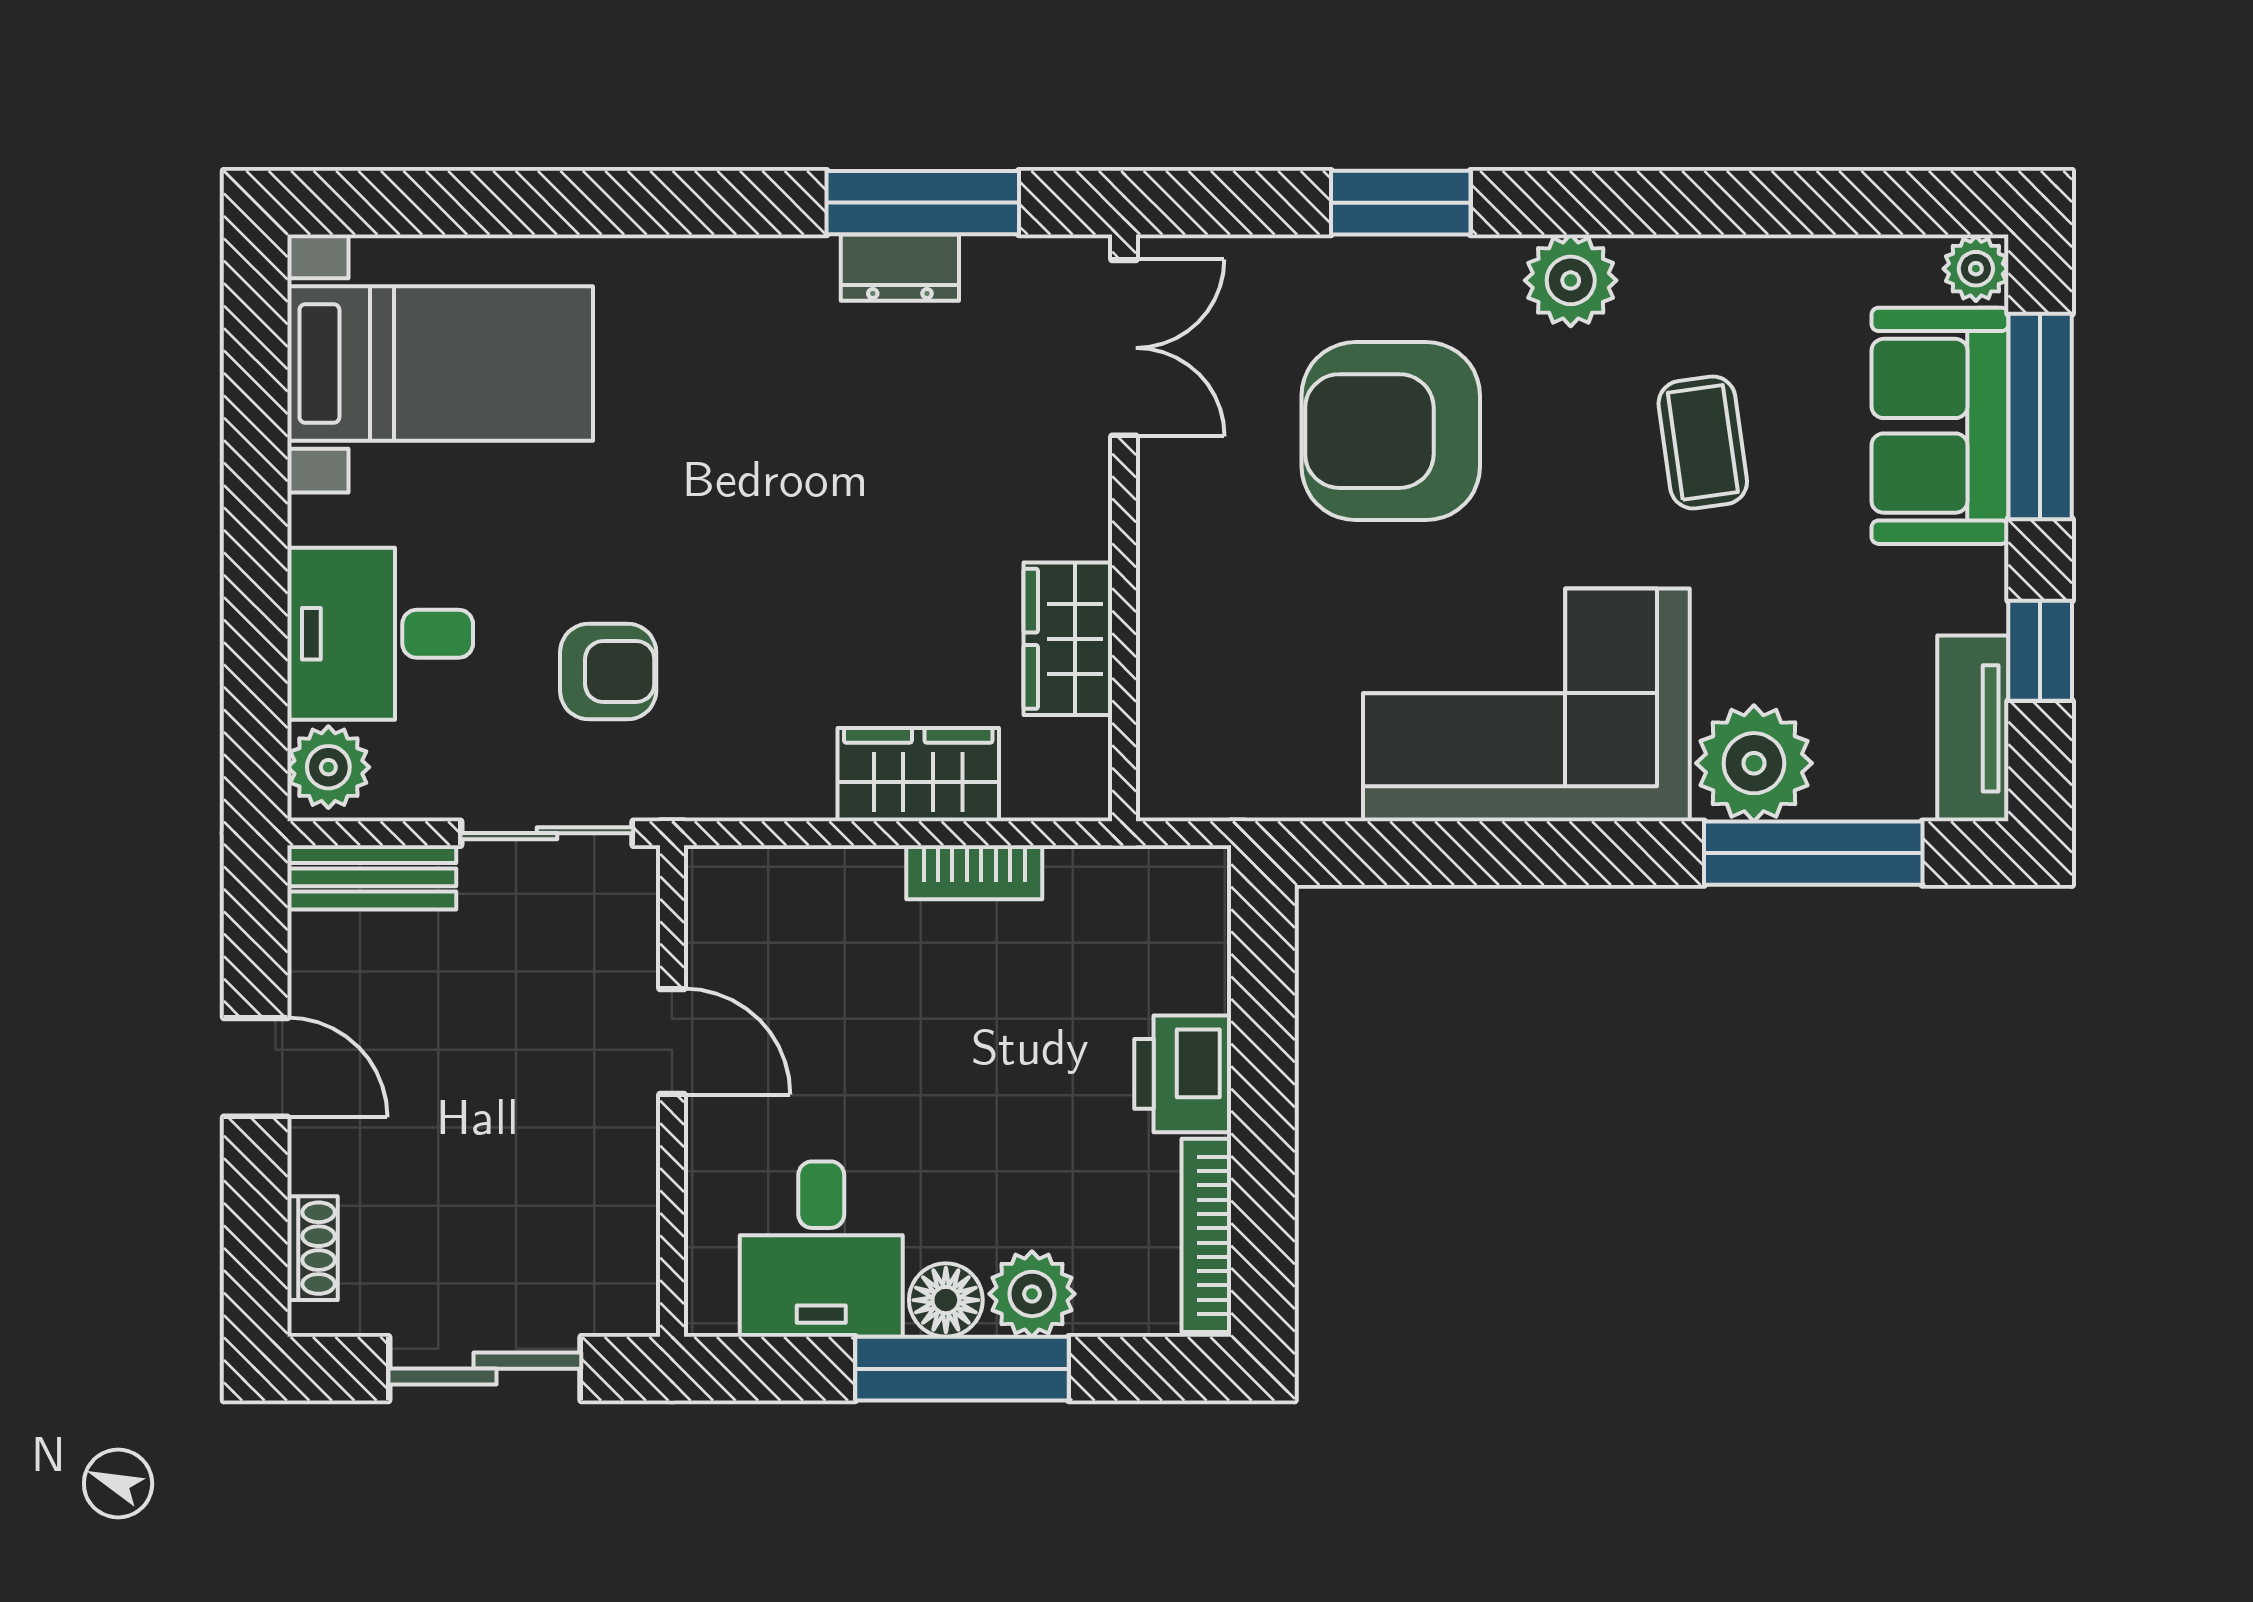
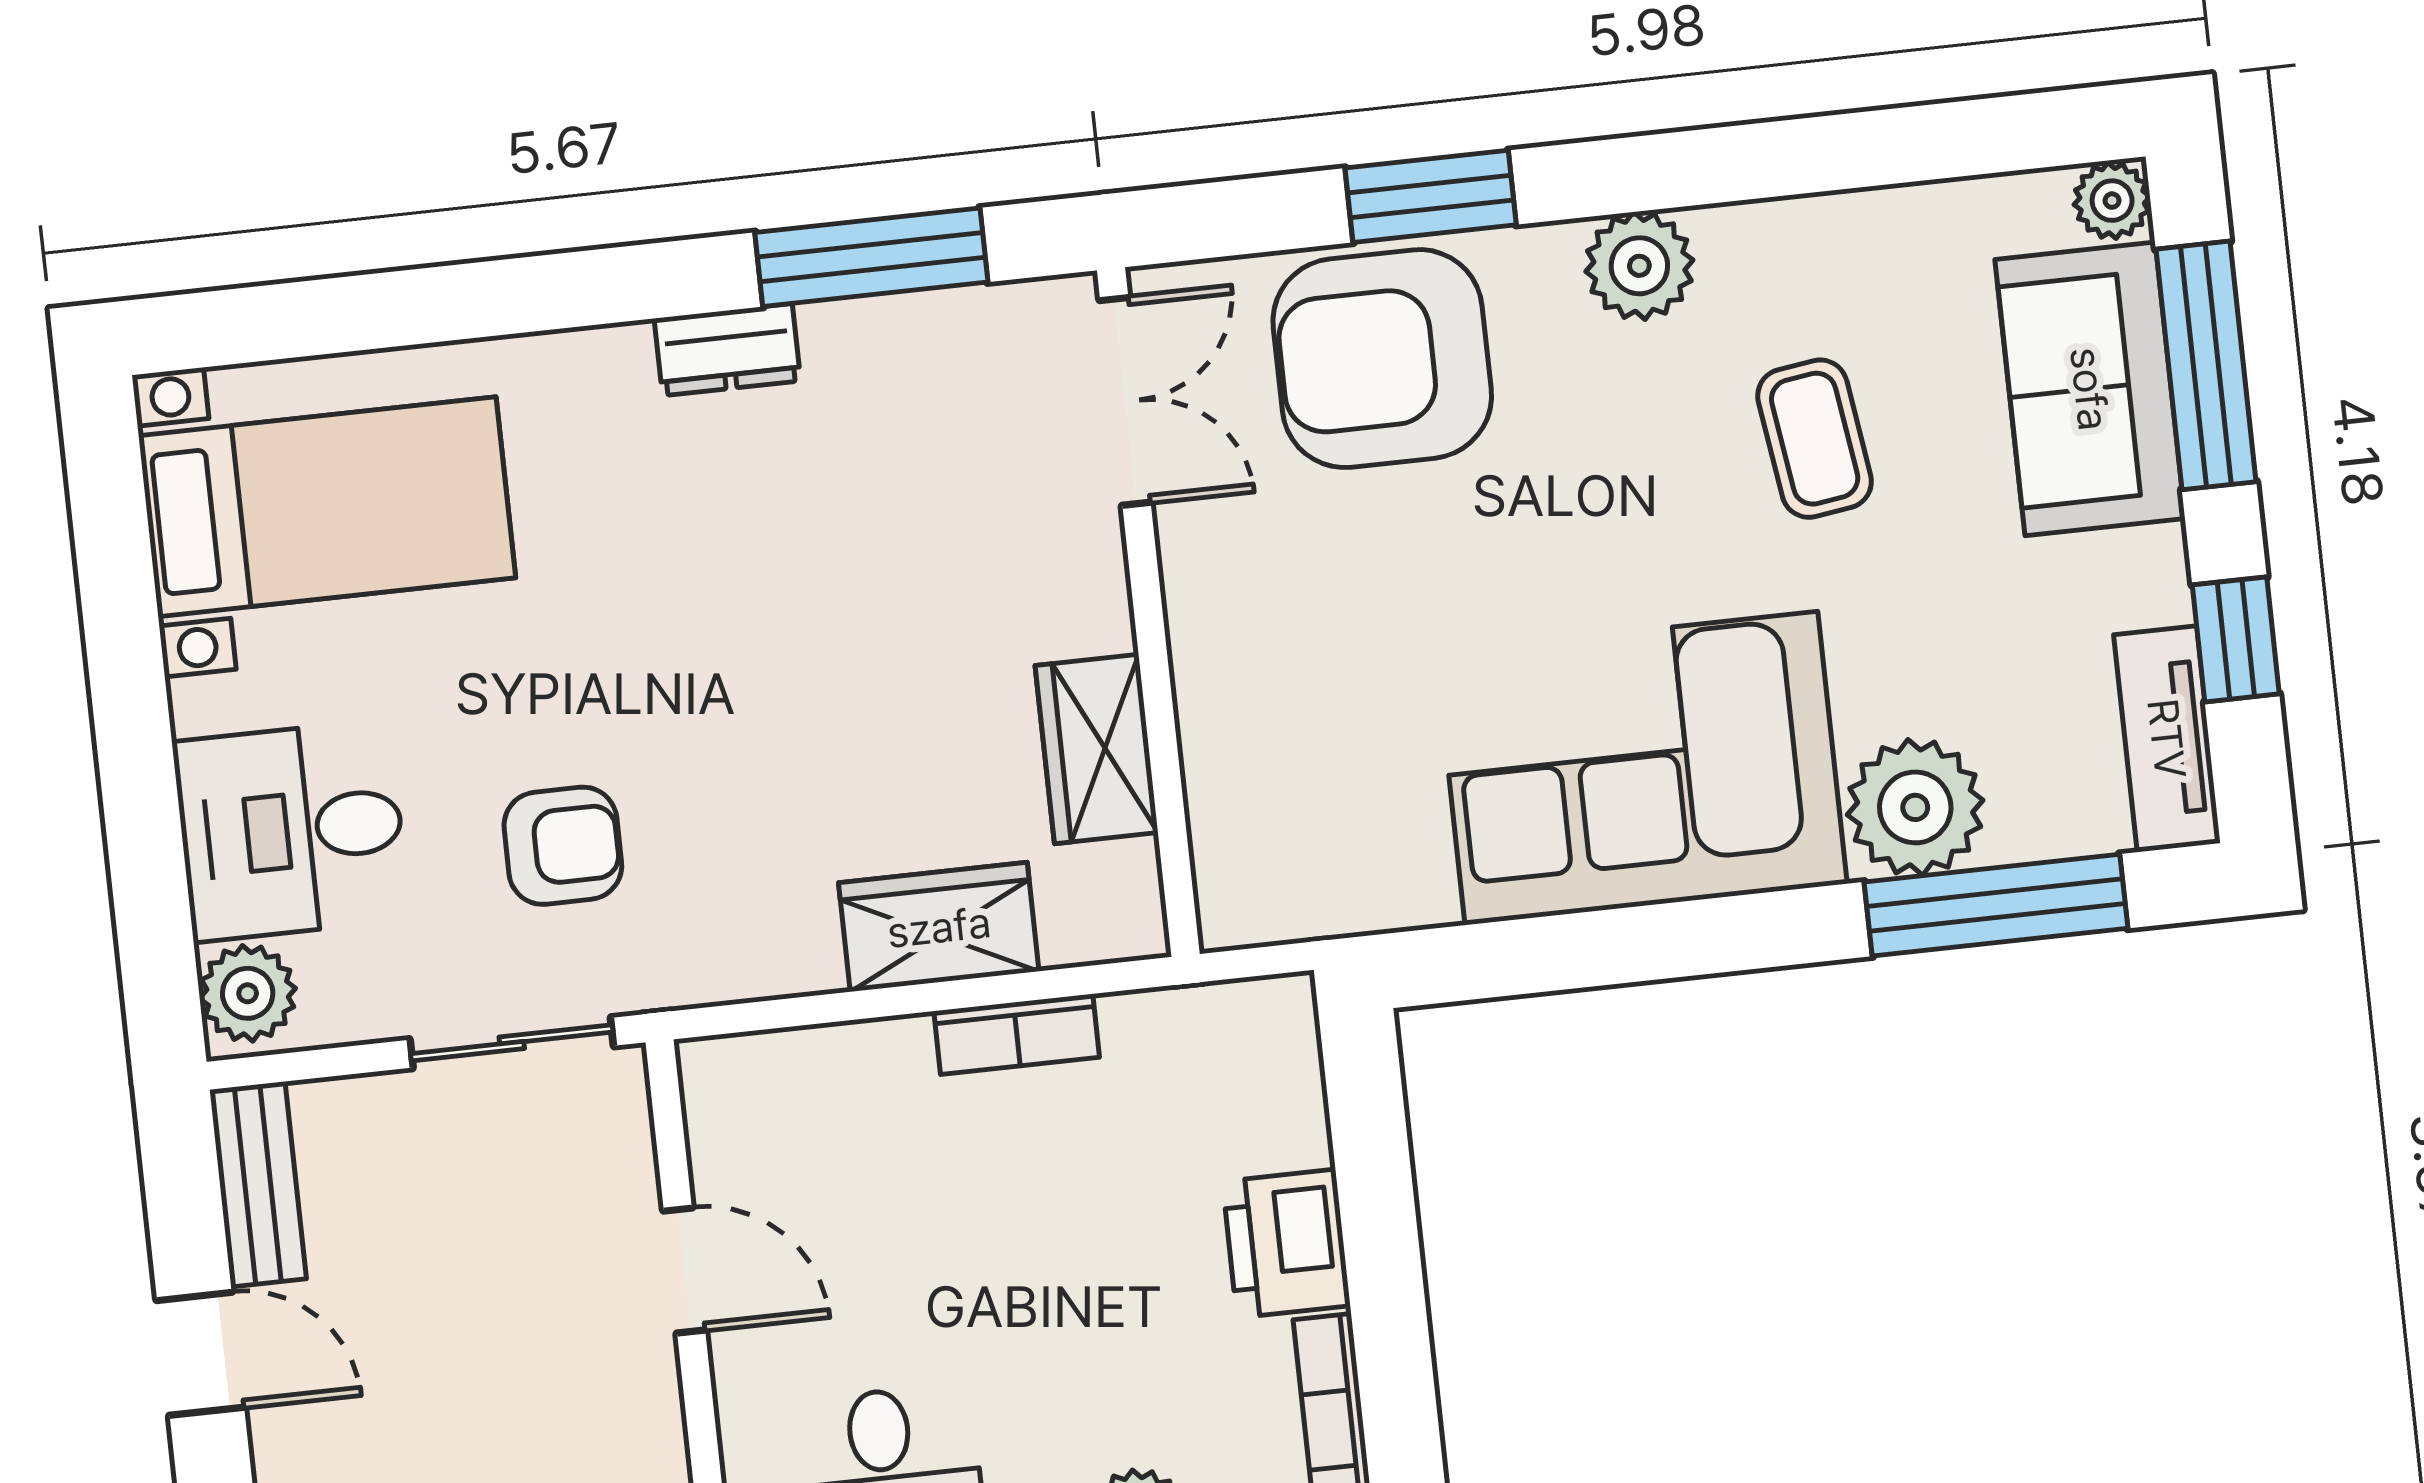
dresser: (900, 268) -> (727, 350), moved
armchair: (1391, 431) -> (1382, 359), moved
bench: (372, 877) -> (258, 1184), moved, turned 90

